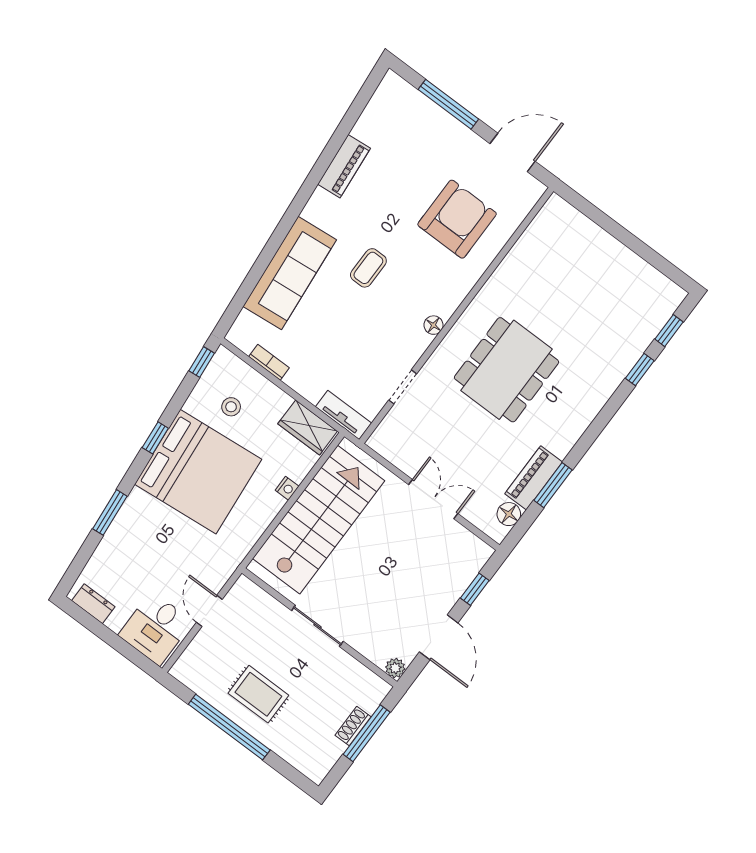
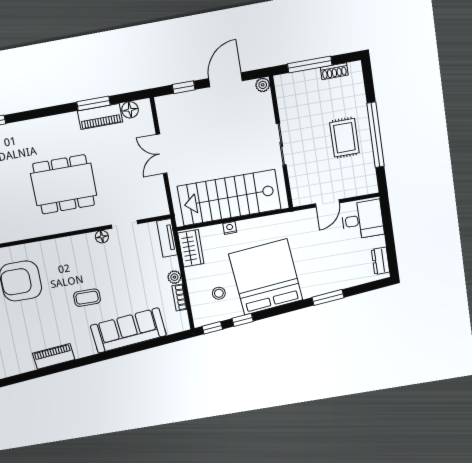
floor lamp: (433, 325) -> (102, 237), moved
plant: (296, 380) -> (174, 277), added
window: (155, 438) -> (243, 320), moved
shoe rack: (353, 726) -> (334, 71), moved

